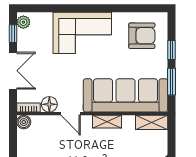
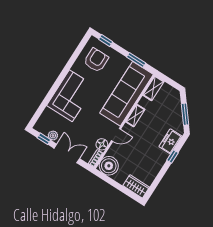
plant: (23, 22) -> (53, 135), moved
window: (171, 50) -> (106, 40), moved
boiler: (24, 122) -> (109, 166), width x1.86, depth x1.86

